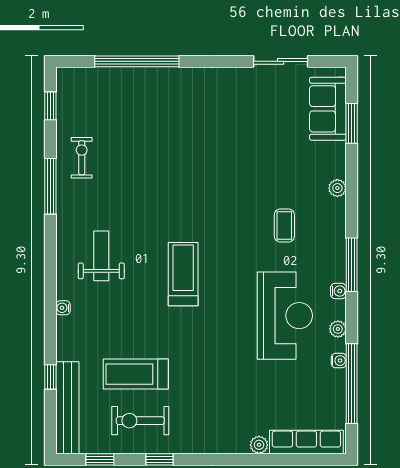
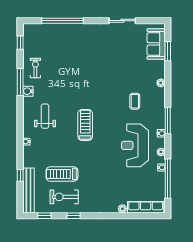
sliding door: (281, 61) -> (122, 21), moved
water cooler: (66, 205) -> (28, 91), added
reception desk: (285, 316) -> (135, 145), turned 180

